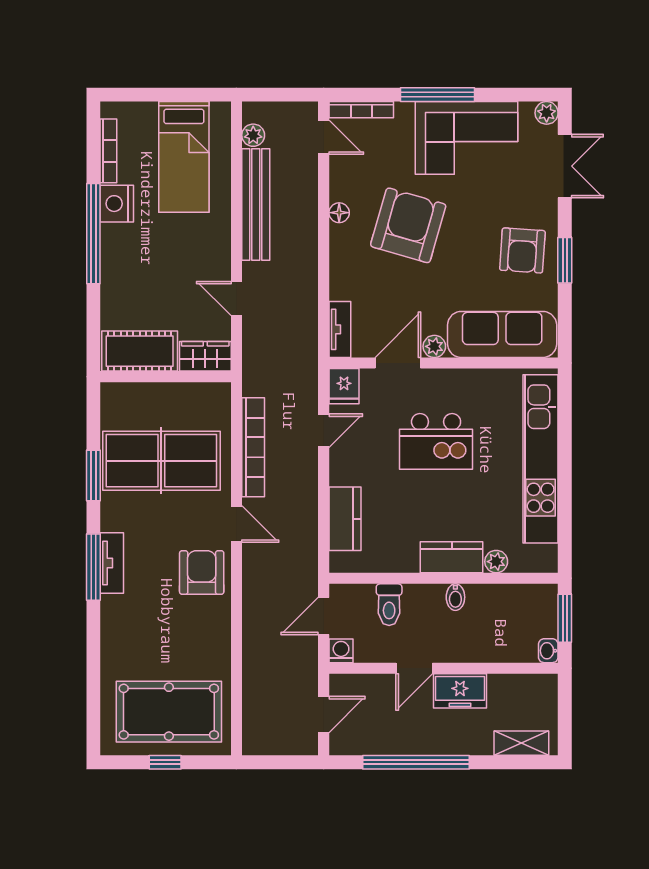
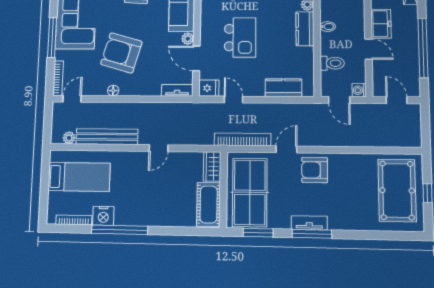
cot: (140, 351) -> (209, 204), moved
wardrobe: (205, 356) -> (212, 166), moved
wall: (166, 377) -> (223, 190), moved

